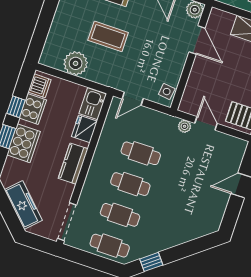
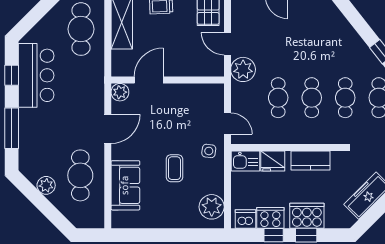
coffee table: (108, 36) -> (174, 168), width x0.73, depth x0.77
plant: (76, 63) -> (212, 207), moved
side table: (167, 92) -> (209, 151), moved
door: (206, 123) -> (227, 44), hinge flipped
plant: (185, 126) -> (243, 69), width x1.88, depth x1.88

